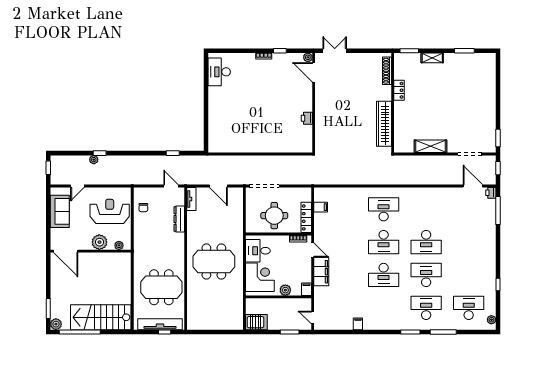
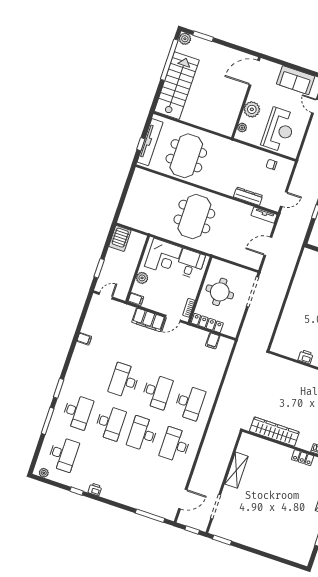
printer: (491, 193) -> (95, 489), moved
desk: (426, 209) -> (175, 445), added
desk: (384, 242) -> (157, 392), turned 180

